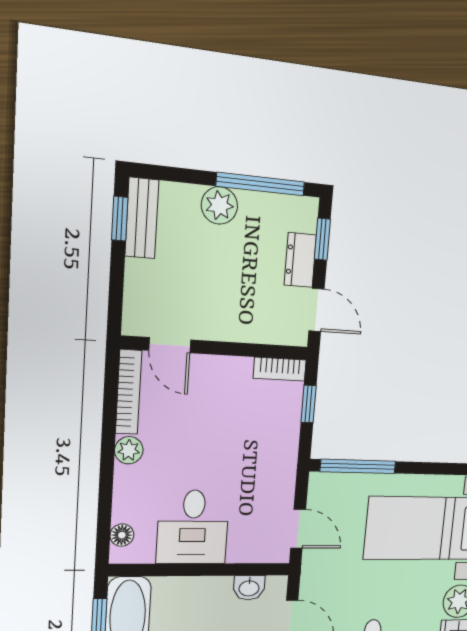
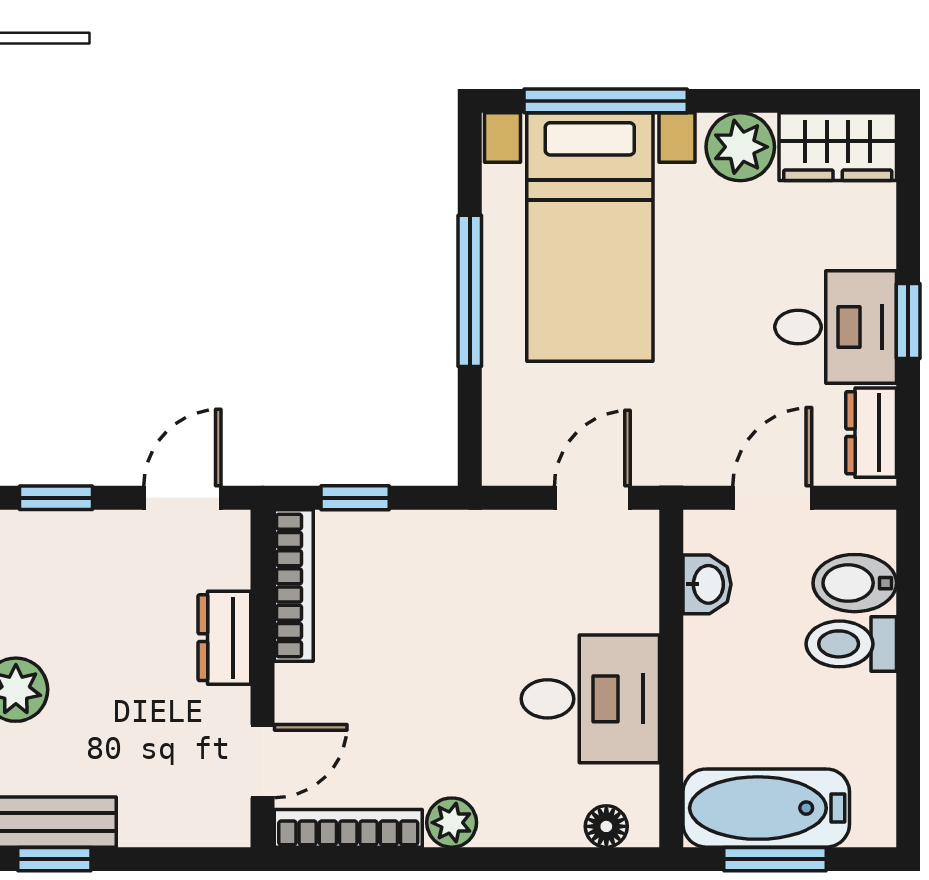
dresser: (300, 260) -> (224, 638), moved, turned 90
bookcase: (280, 369) -> (294, 585), width x1.56
window: (358, 466) -> (470, 291), moved

